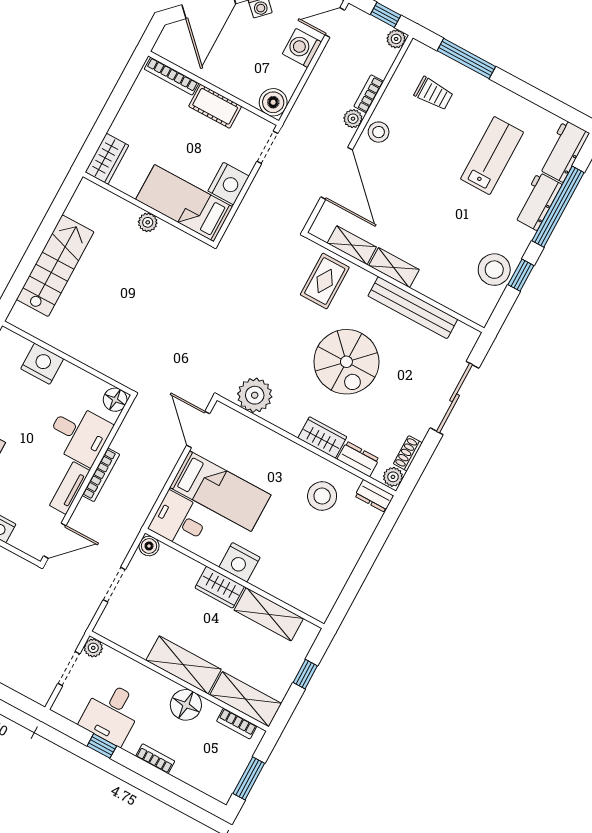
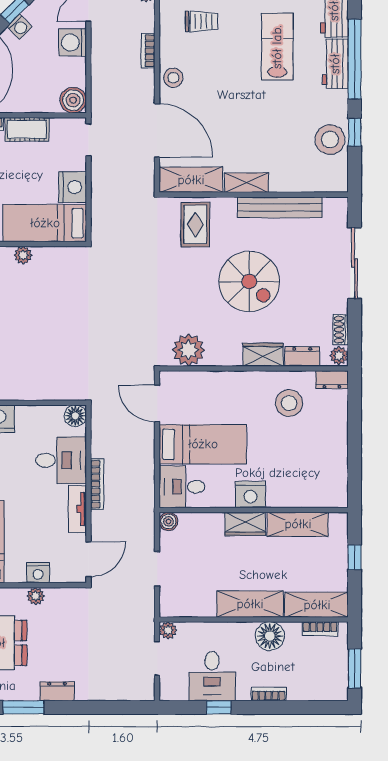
plant: (353, 119) -> (146, 78), removed
shelving: (352, 245) -> (191, 180), width x1.50, depth x1.33

